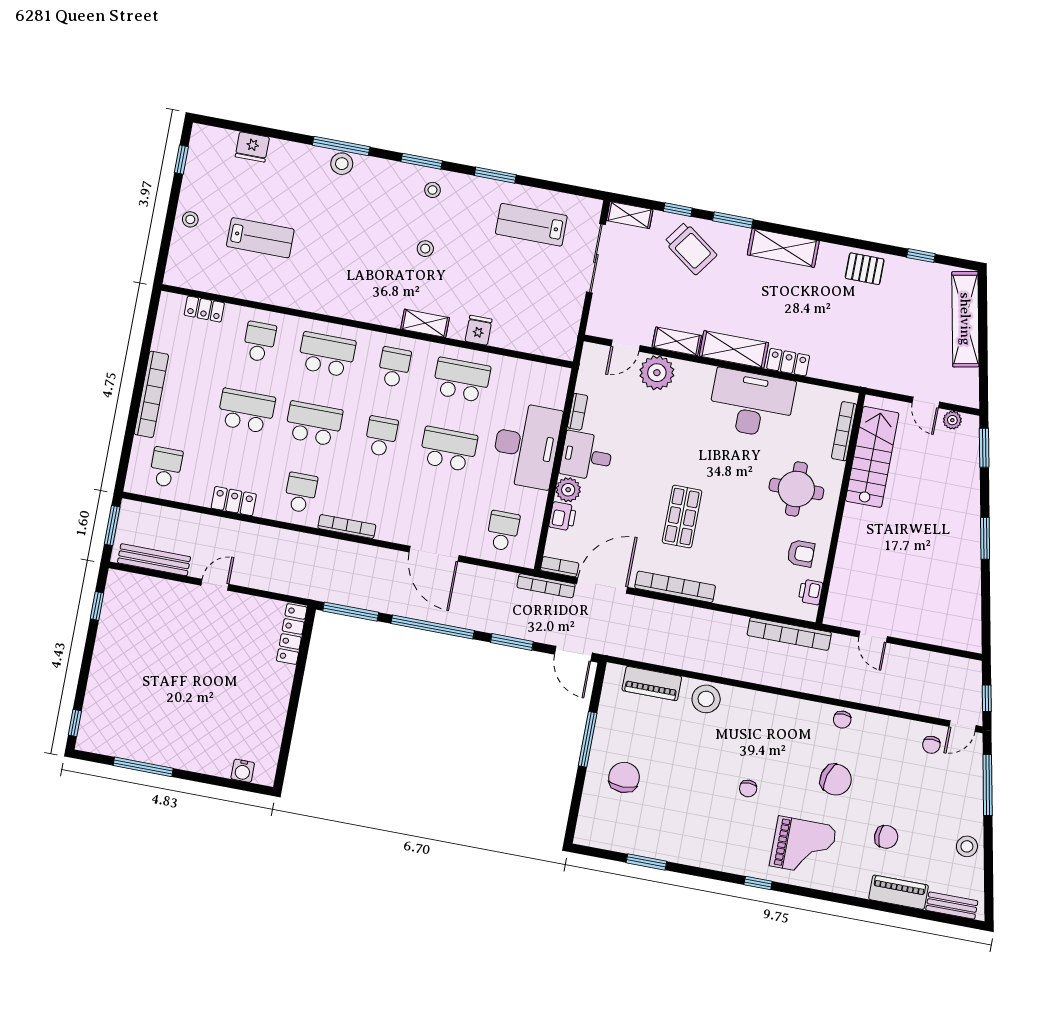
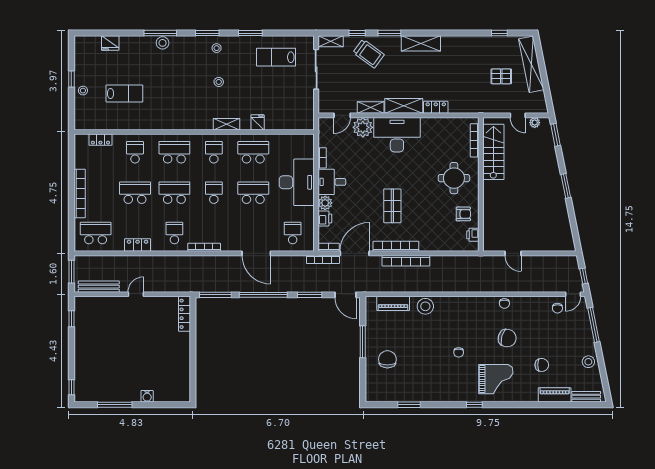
window: (181, 160) -> (71, 79), moved
pallet: (865, 269) -> (501, 76), moved
desk: (752, 404) -> (397, 135), moved
school desk: (166, 467) -> (96, 233), width x1.85
bookcase: (789, 634) -> (406, 261), moved
water cooler: (243, 771) -> (147, 396), moved

